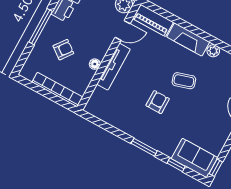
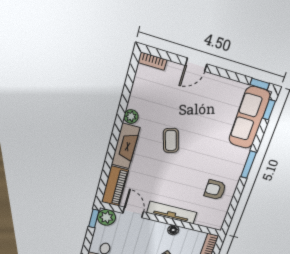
armchair: (158, 102) -> (215, 190), moved
sofa: (195, 158) -> (249, 118), width x1.36
window: (176, 165) -> (269, 110), moved

